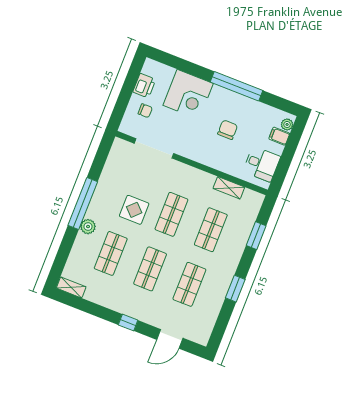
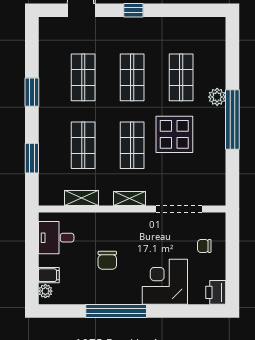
printer: (144, 86) -> (216, 292), moved
display table: (134, 210) -> (174, 134), width x1.36, depth x1.36
shelving: (71, 287) -> (130, 199), moved

